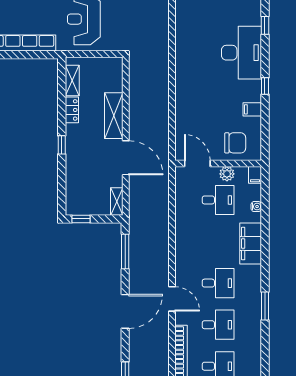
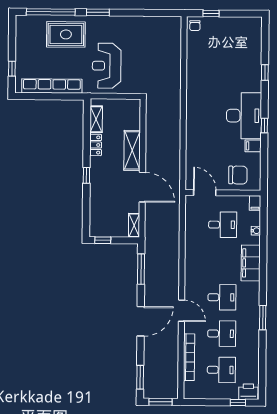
desk: (242, 53) -> (244, 116), moved
plant: (227, 174) -> (230, 202), removed

